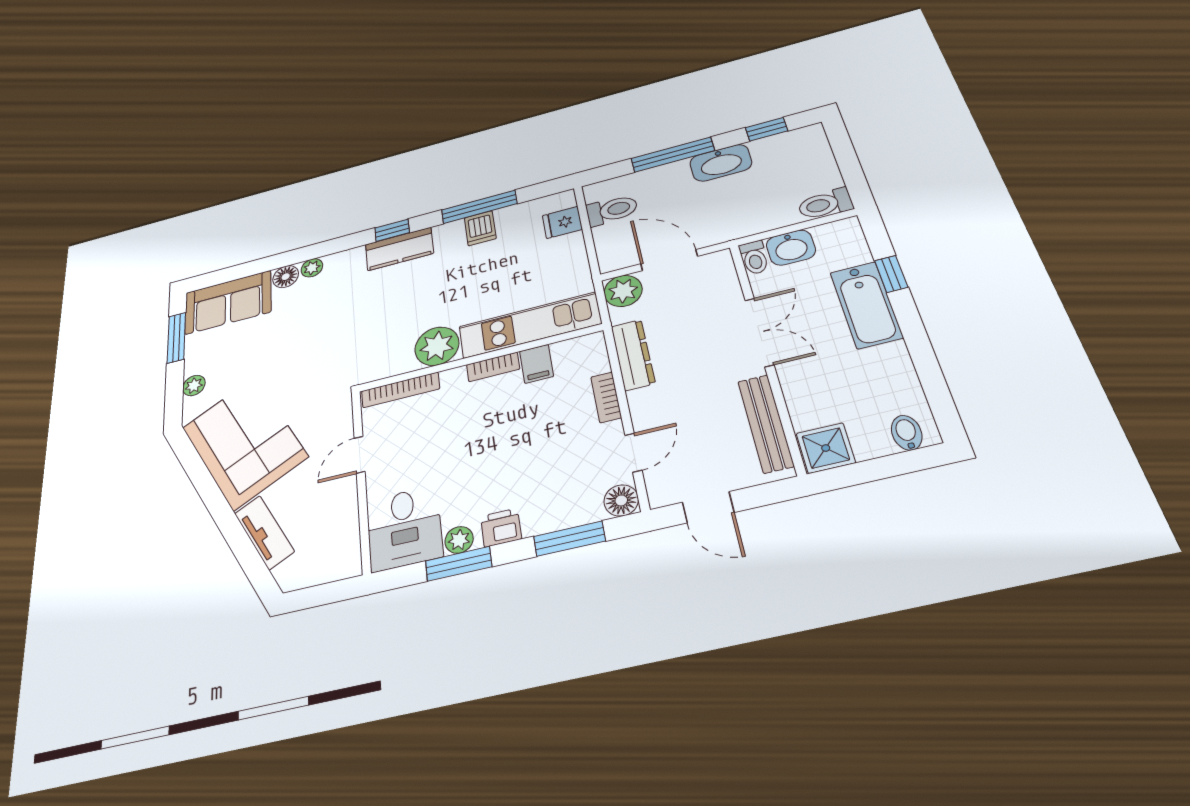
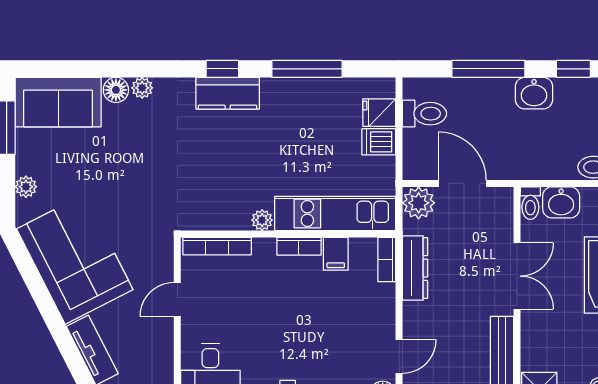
washbasin: (721, 163) -> (534, 93), width x0.72
dishwasher: (480, 228) -> (379, 142), moved, turned 90
plant: (437, 346) -> (262, 220), width x0.53, depth x0.53
bookcase: (606, 397) -> (387, 259), moved

